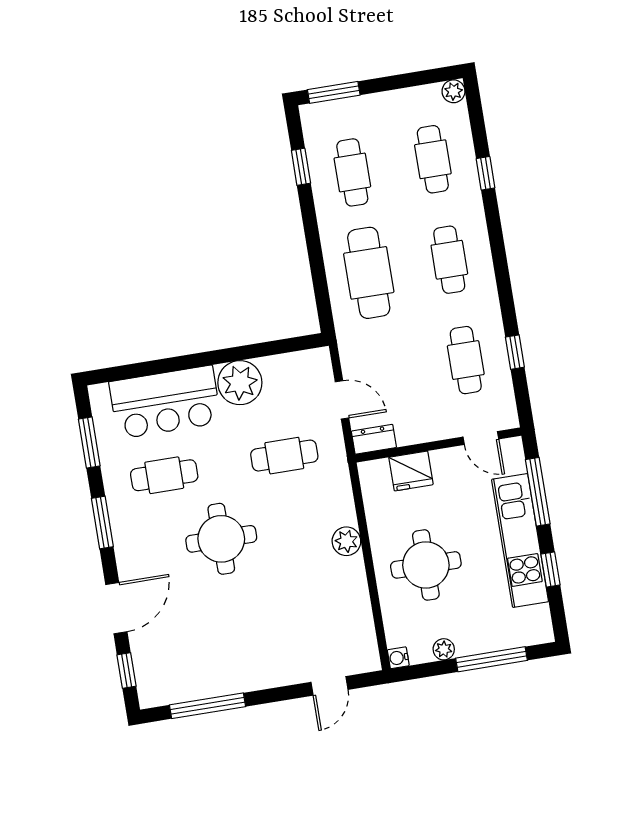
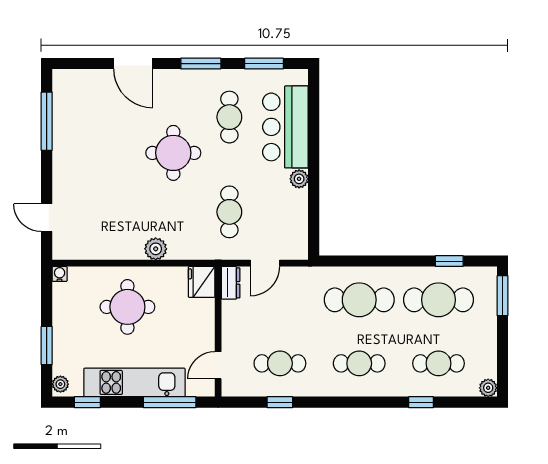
cafe table: (352, 172) -> (438, 300), width x1.37, depth x1.35
plant: (240, 383) -> (299, 179), width x0.53, depth x0.53
fridge: (411, 471) -> (202, 282), moved
window: (550, 570) -> (87, 402), moved
plant: (444, 649) -> (60, 384), moved
window: (491, 659) -> (47, 345), width x0.69
window: (127, 671) -> (84, 64), removed

